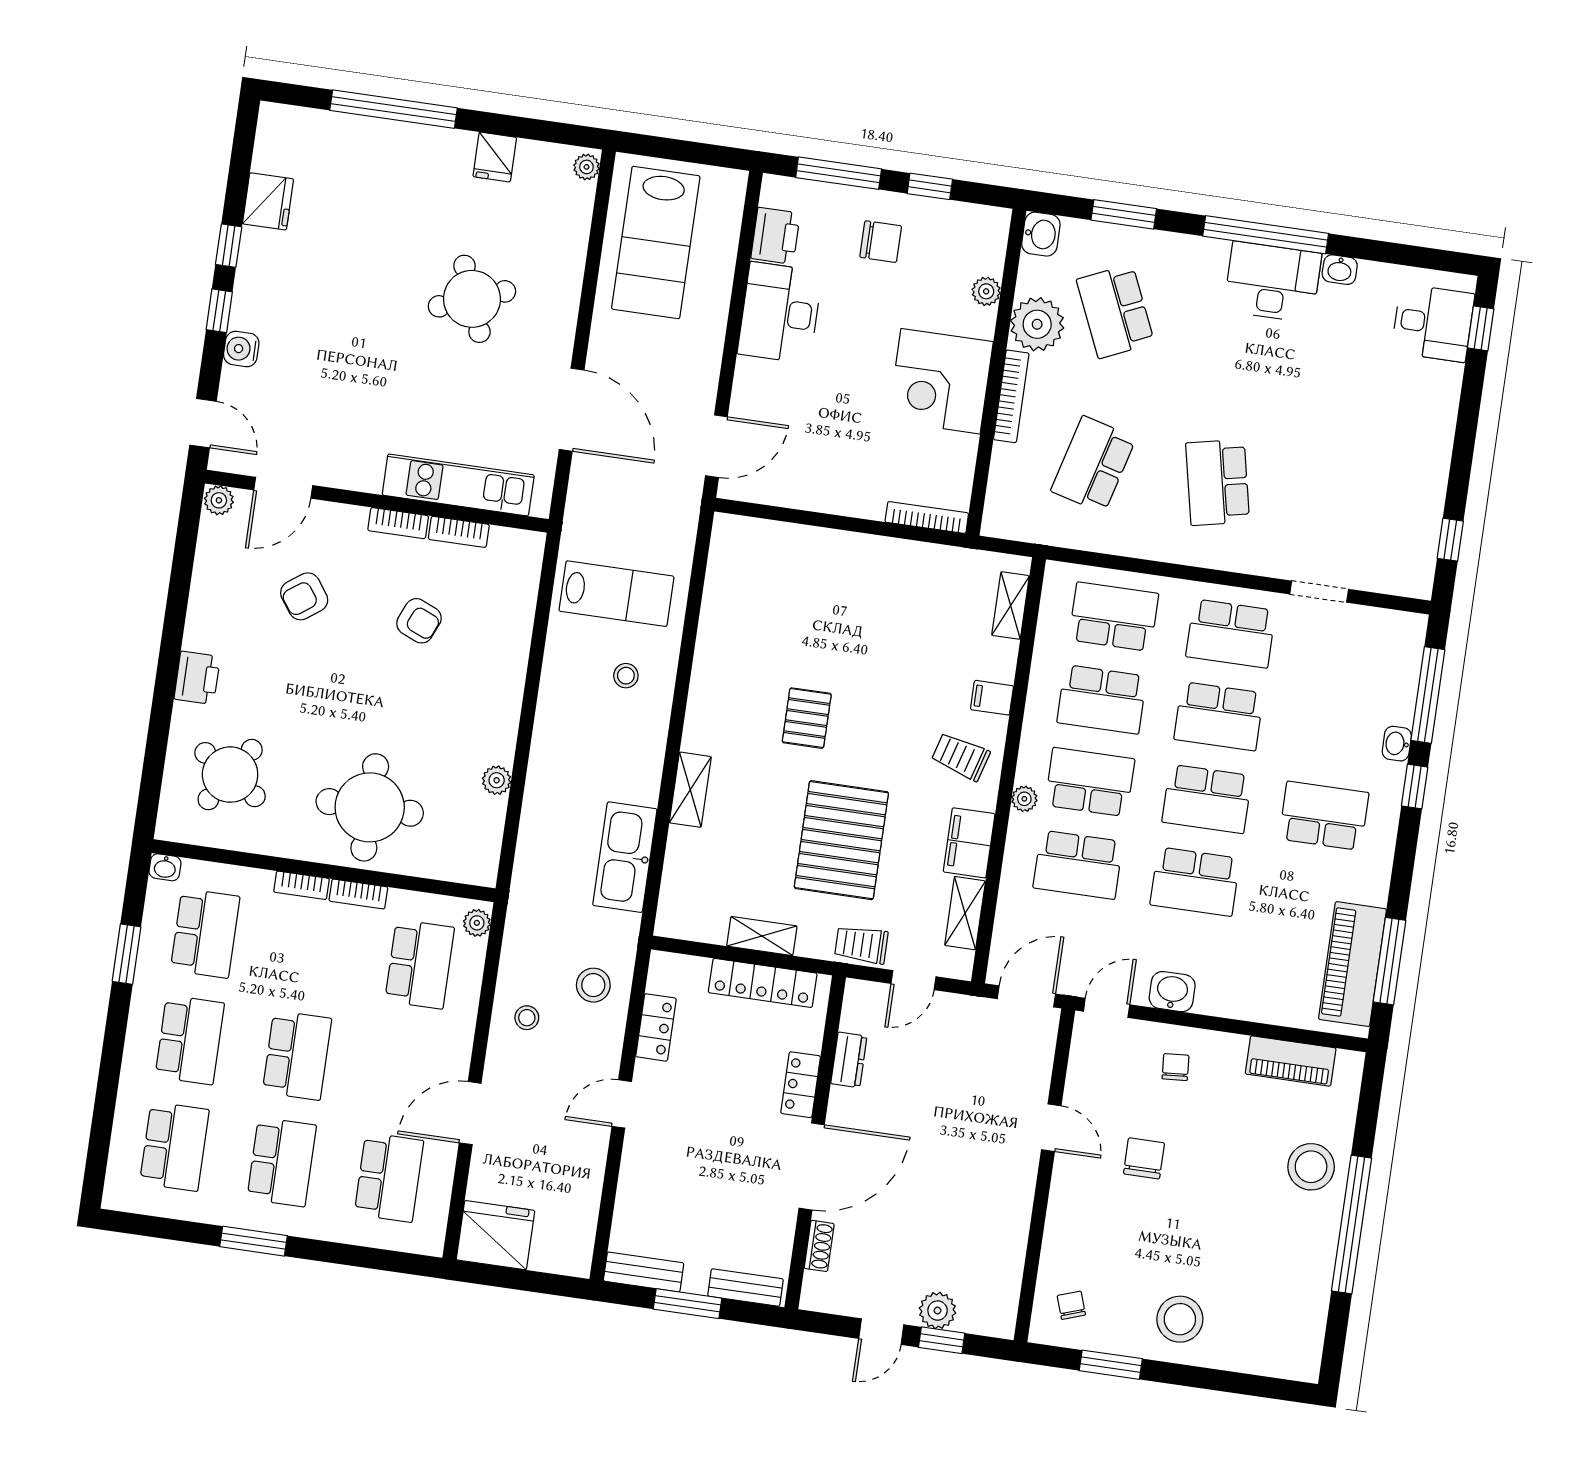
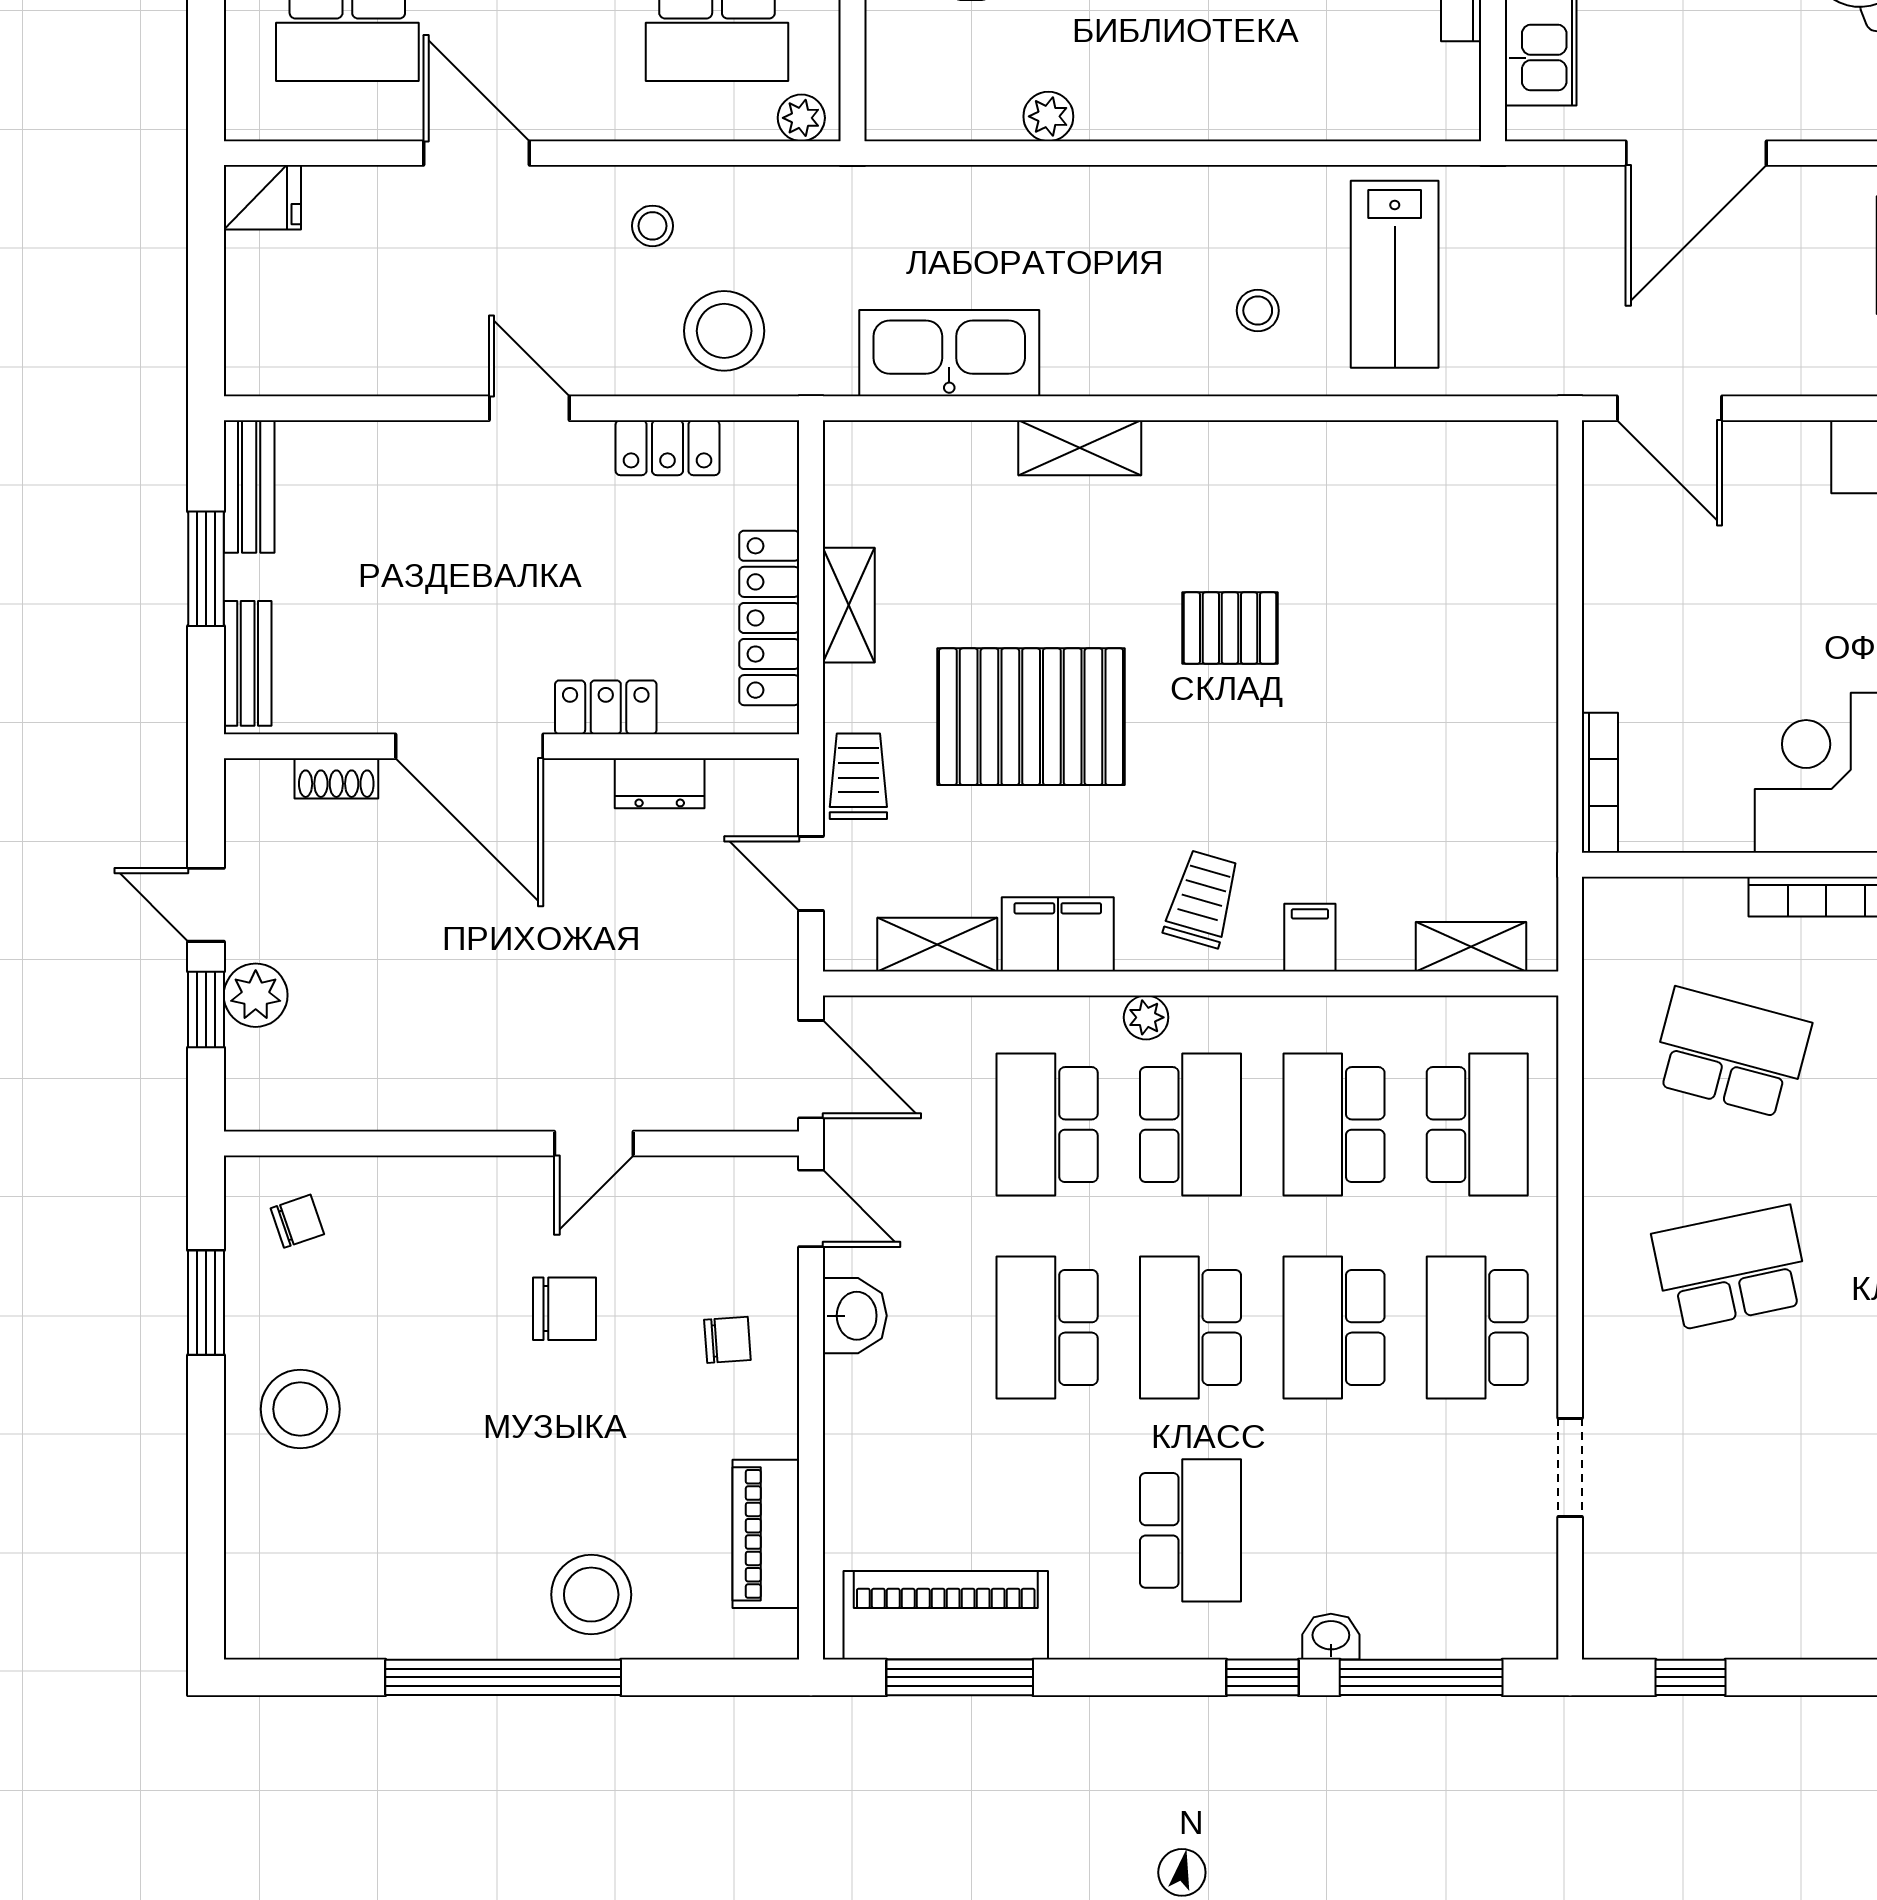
stool: (593, 985) -> (724, 331), width x1.38, depth x1.38
fridge: (495, 1235) -> (262, 197), width x0.53, depth x0.75

